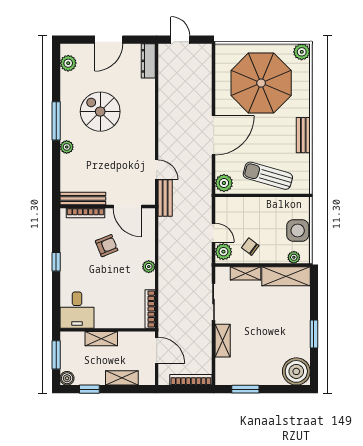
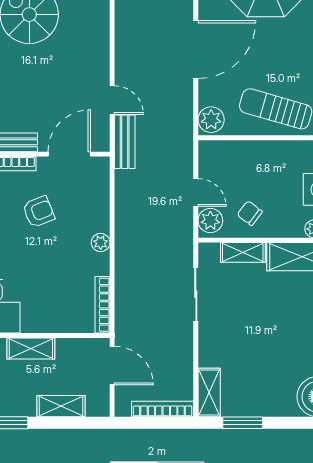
door: (127, 206) -> (69, 154), swing flipped
shelving: (223, 341) -> (209, 393), moved

